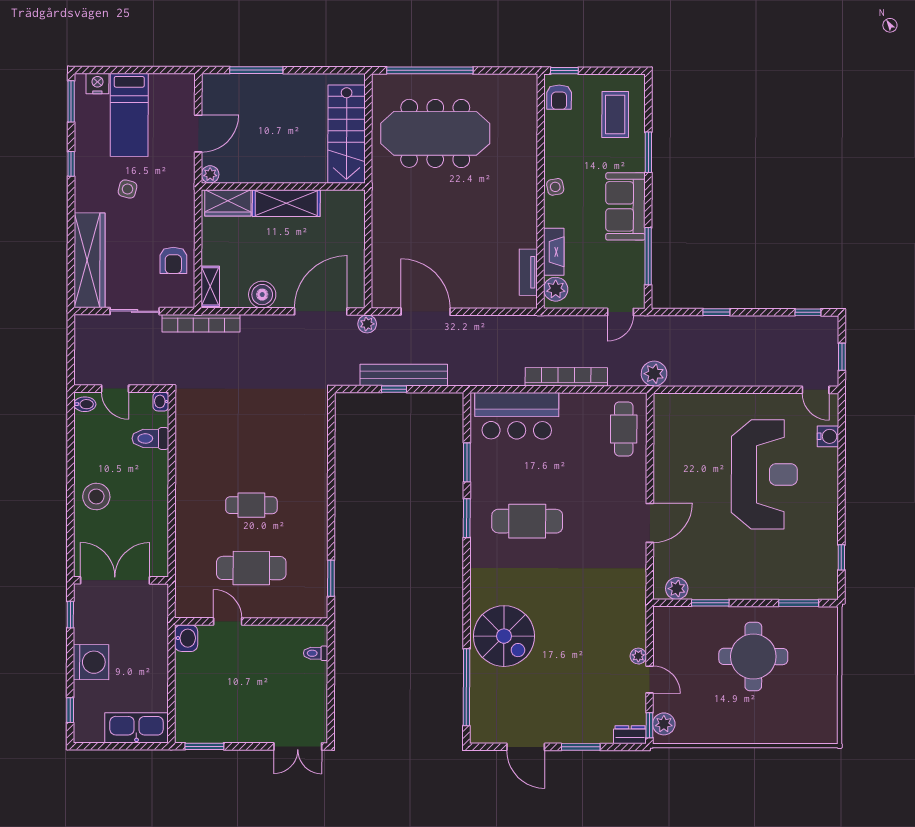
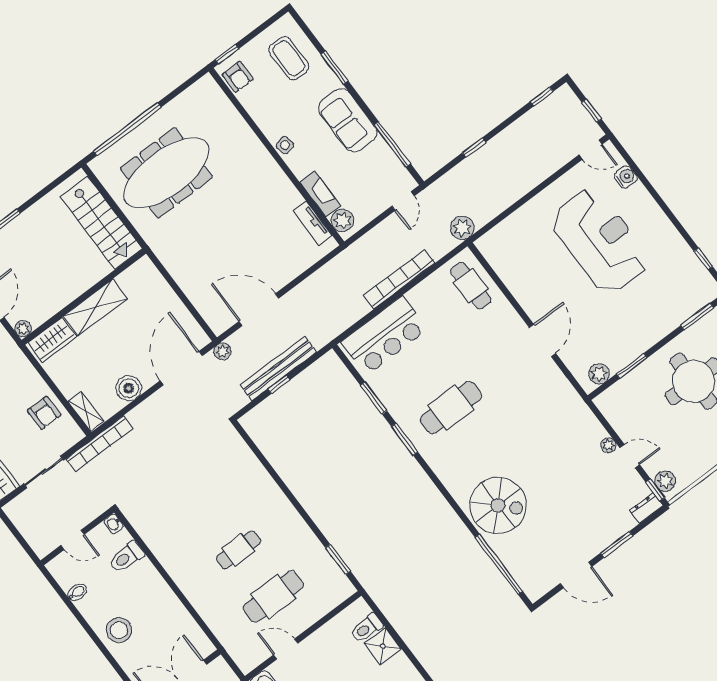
bidet: (85, 404) -> (77, 592), moved
toilet: (316, 653) -> (367, 628), width x1.37, depth x1.39
shower: (313, 682) -> (383, 646), added

